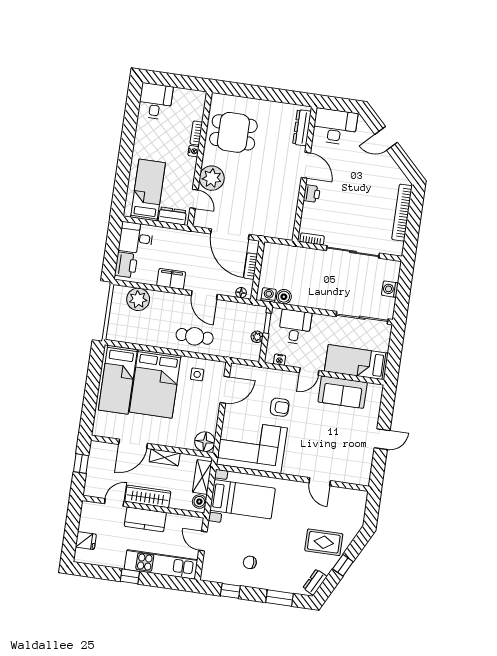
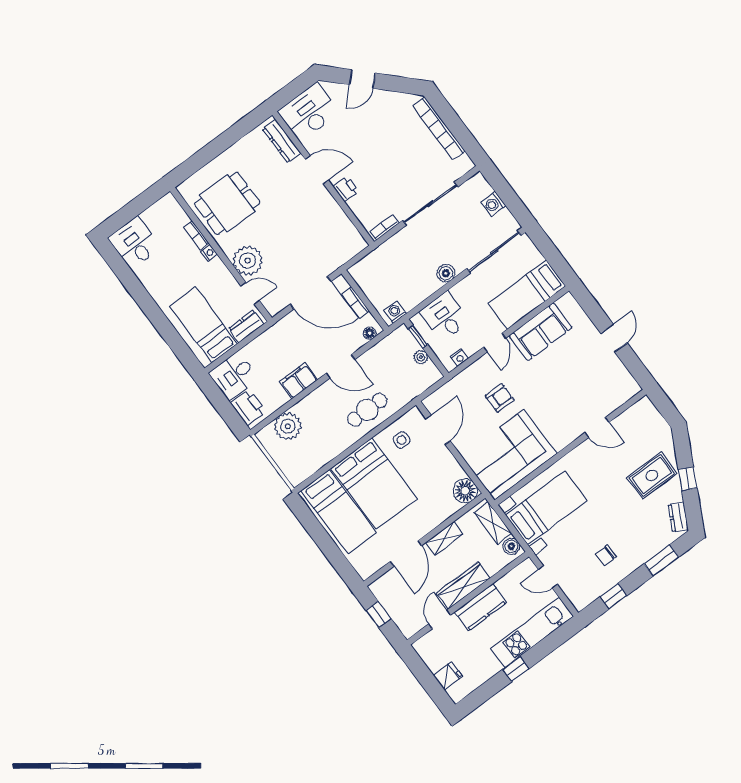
boiler: (284, 297) -> (446, 273), moved

